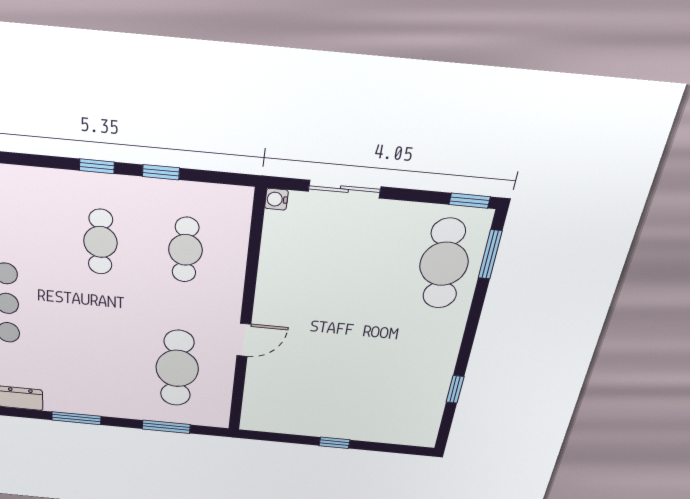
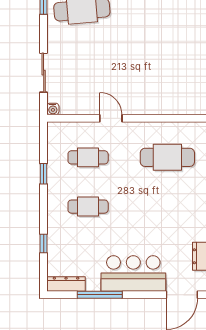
window: (97, 166) -> (44, 243), moved
door: (244, 340) -> (111, 118), moved

